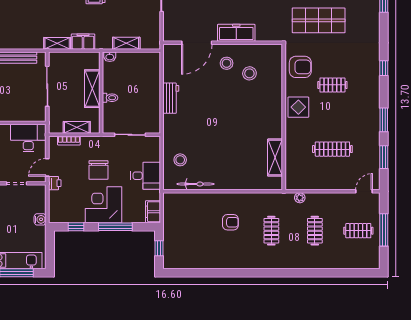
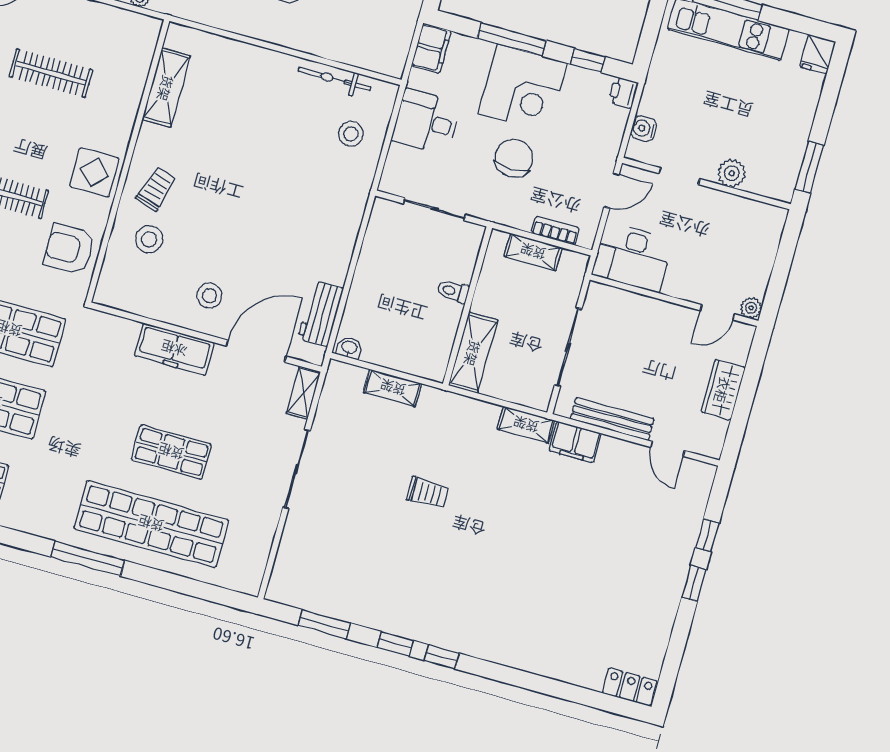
shelving: (168, 29) -> (303, 393), added
filing cabinet: (83, 42) -> (575, 442), moved
washbasin: (110, 57) -> (349, 348), moved
stool: (249, 73) -> (149, 239), moved
shelving: (92, 89) -> (473, 353), moved
workbench: (171, 98) -> (321, 314), moved
trolley: (267, 107) -> (156, 189), added
printer: (55, 183) -> (623, 92), moved
water cooler: (40, 219) -> (644, 129), moved

